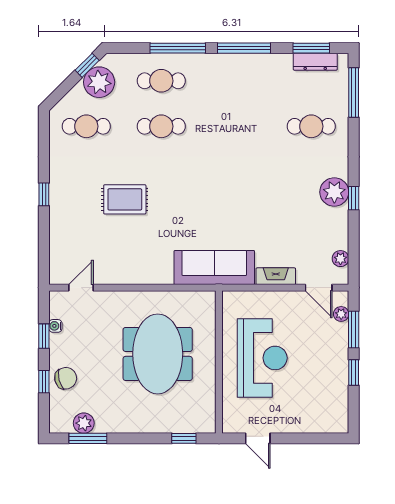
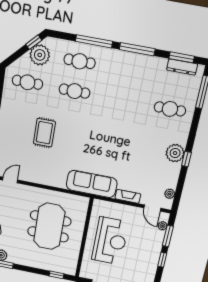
rug: (125, 199) -> (44, 133), turned 90

